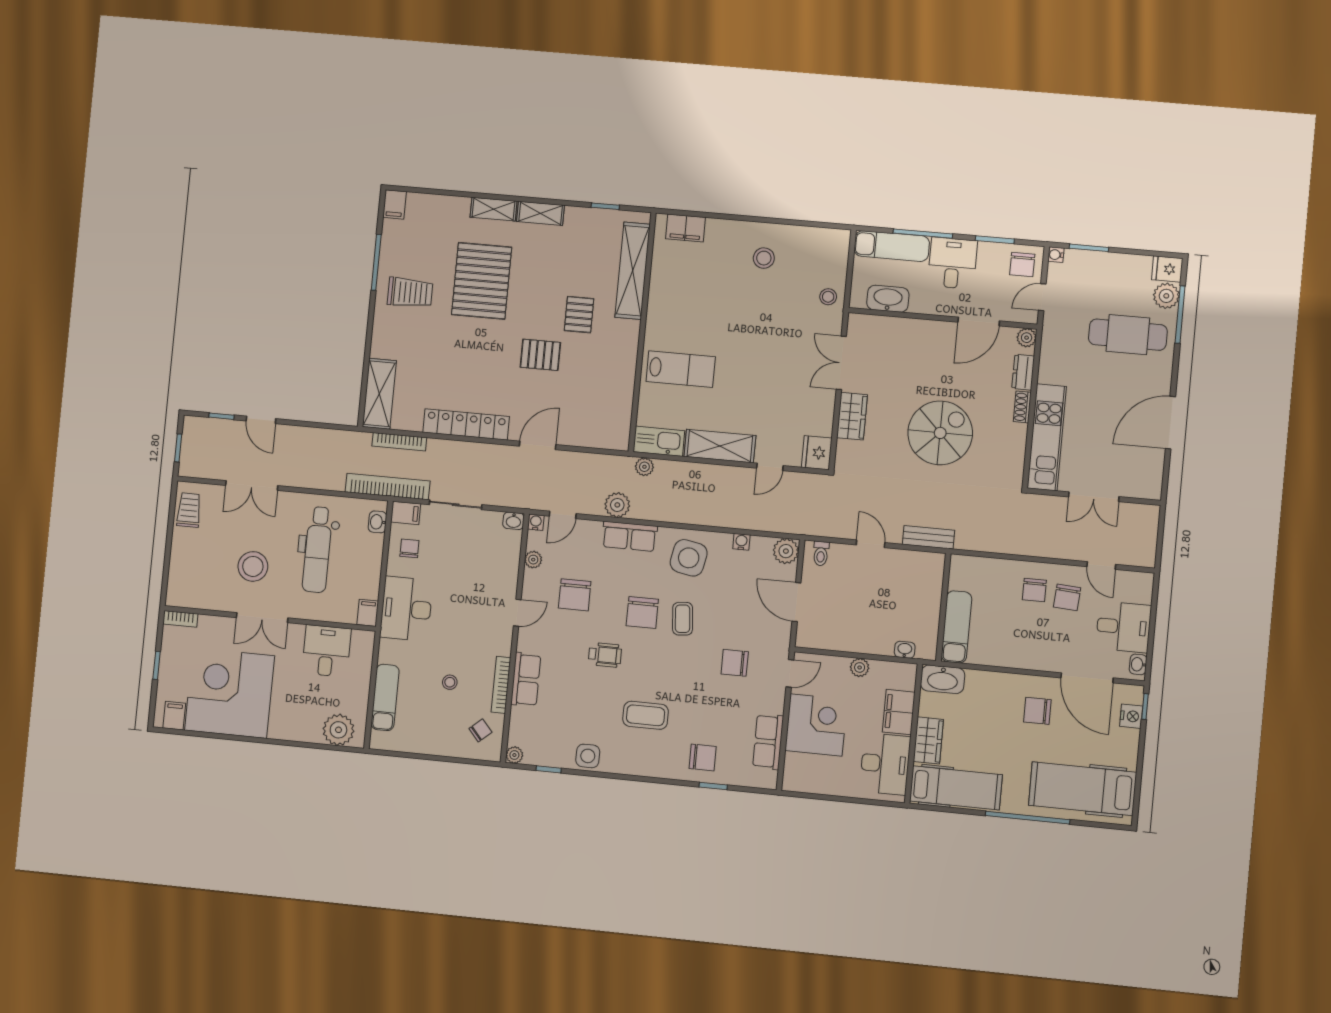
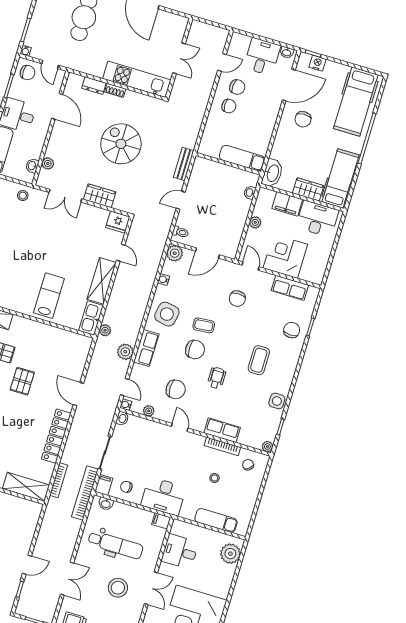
washbasin: (888, 299) -> (32, 166), width x0.52, depth x0.69
plant: (1027, 338) -> (48, 163), moved

